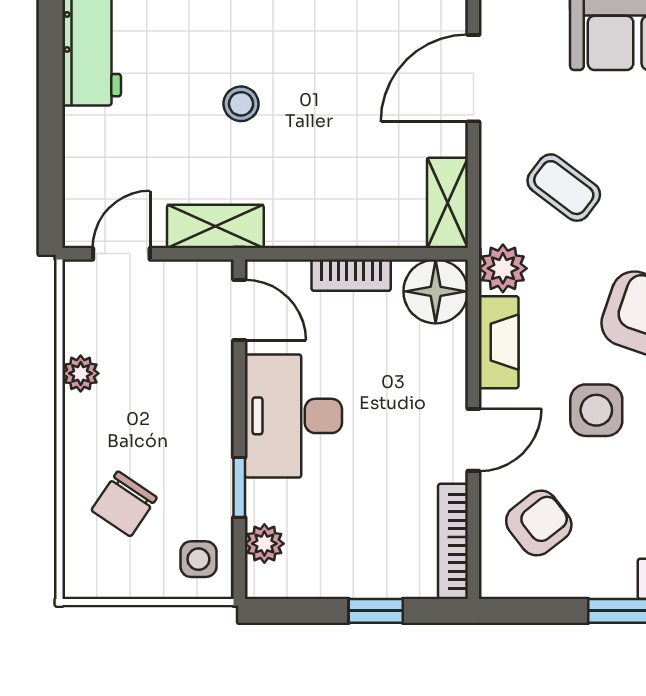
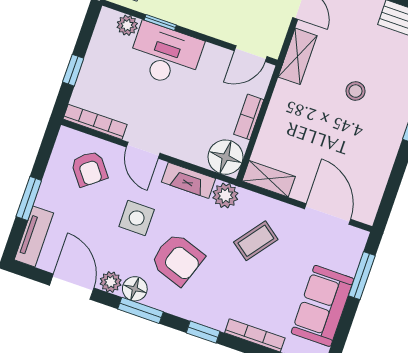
desk: (293, 416) -> (165, 55), moved

